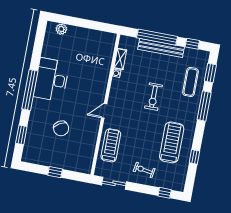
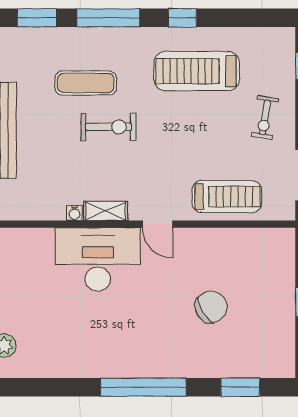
shelving: (120, 59) -> (106, 211), moved
desk: (51, 80) -> (98, 259), moved, turned 180
exercise mat: (191, 82) -> (86, 83), moved
treadmill: (111, 145) -> (227, 197), turned 180
window: (194, 157) -> (182, 18), moved

